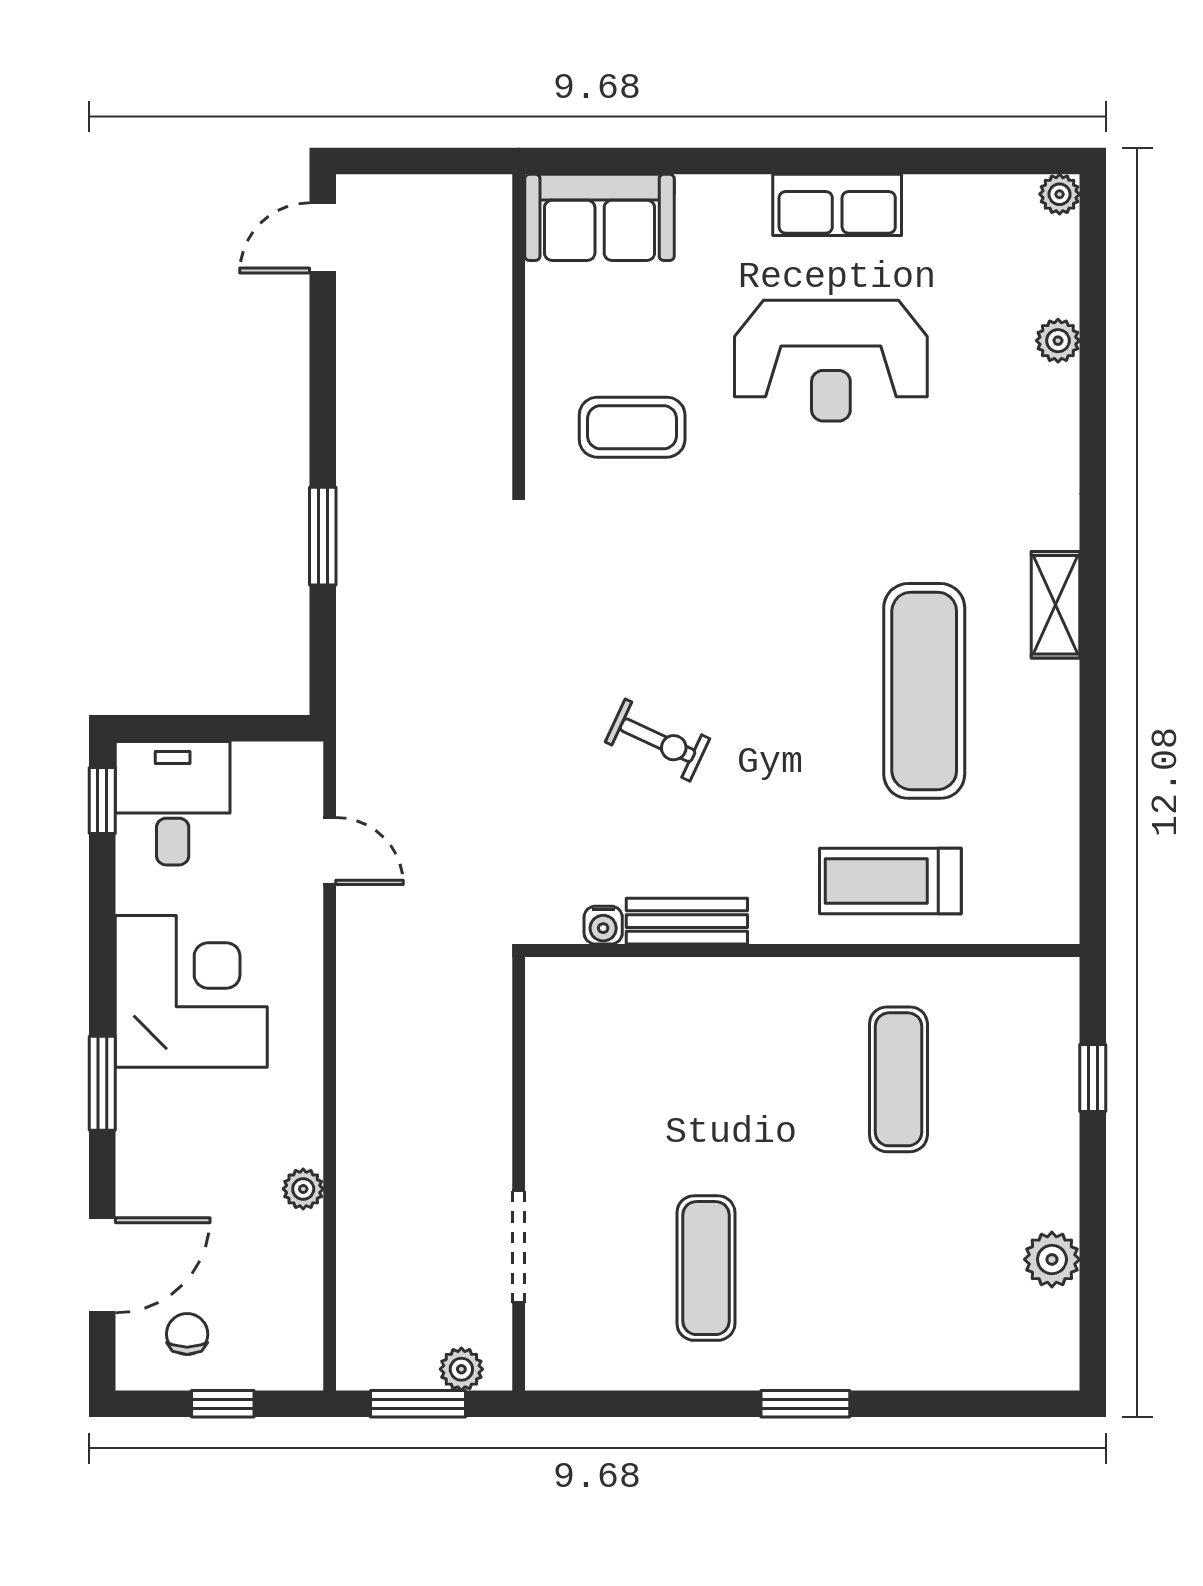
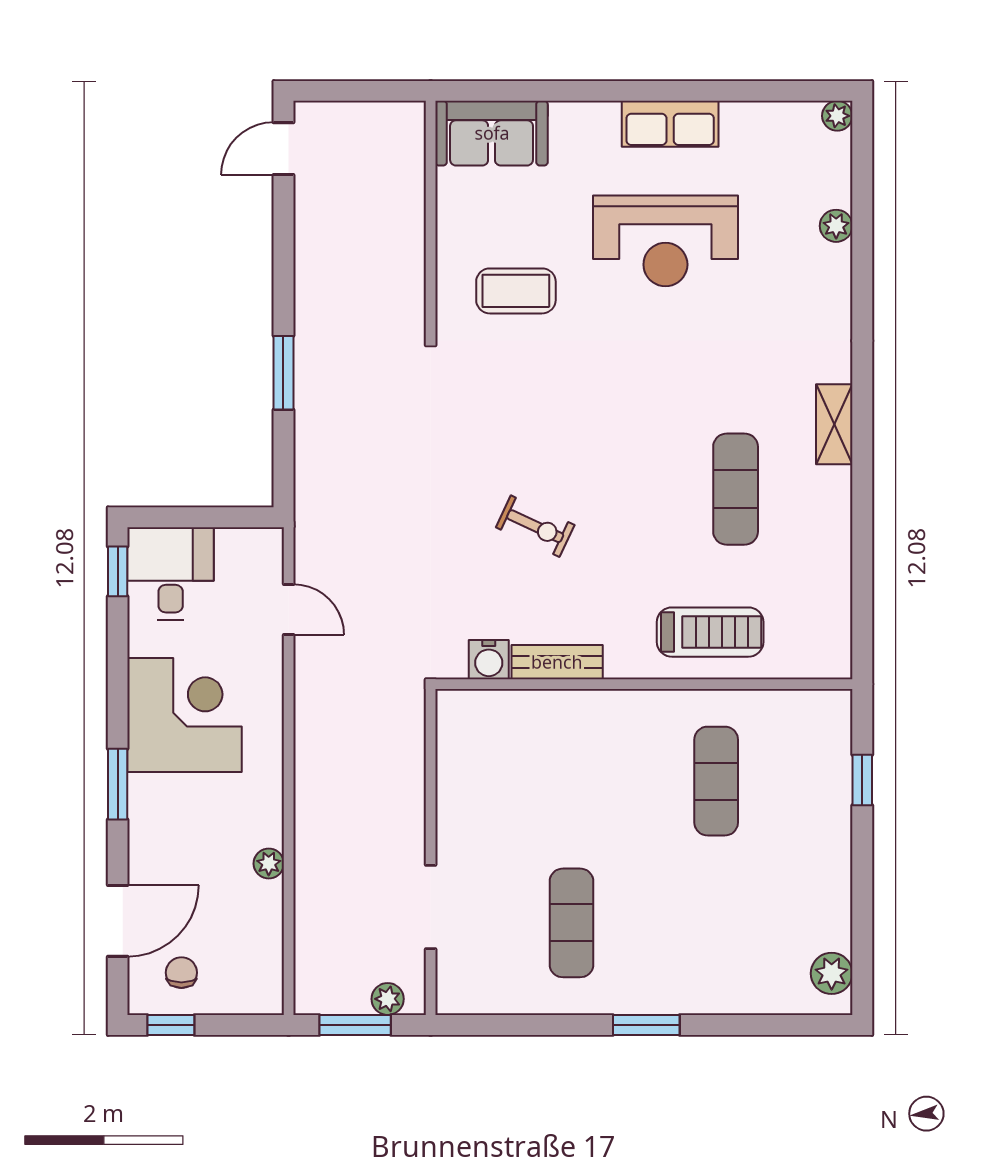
exercise mat: (924, 691) -> (736, 489), width x0.73, depth x0.69
treadmill: (890, 881) -> (710, 632), turned 180
water cooler: (603, 925) -> (489, 660), width x1.38, depth x1.38
plant: (1052, 1259) -> (832, 973), moved
window: (223, 1404) -> (171, 1025), moved

